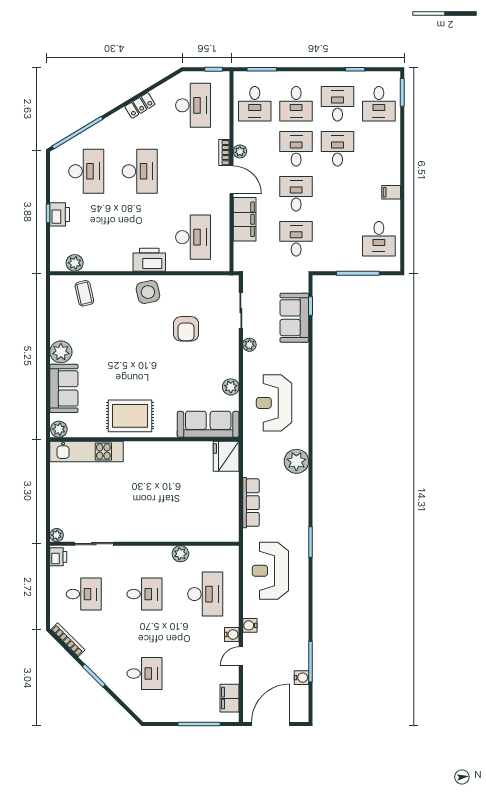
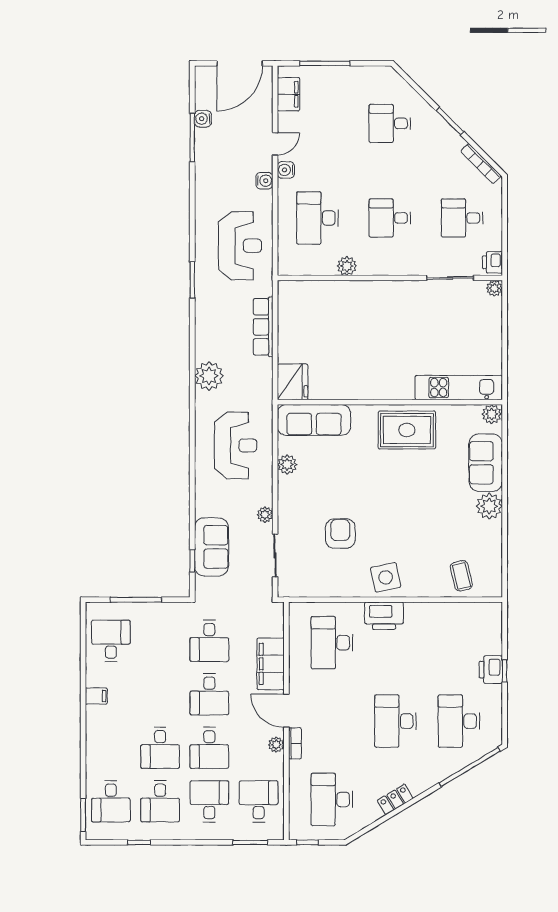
desk: (379, 104) -> (111, 801), turned 180
plant: (75, 263) -> (473, 612), removed

